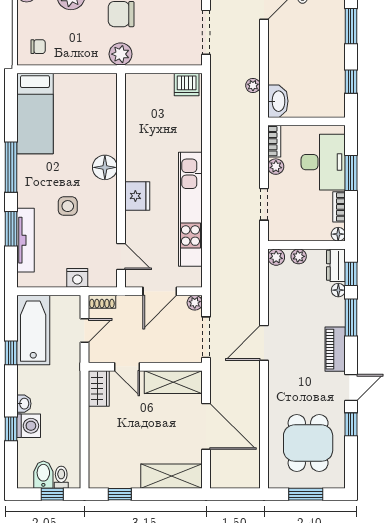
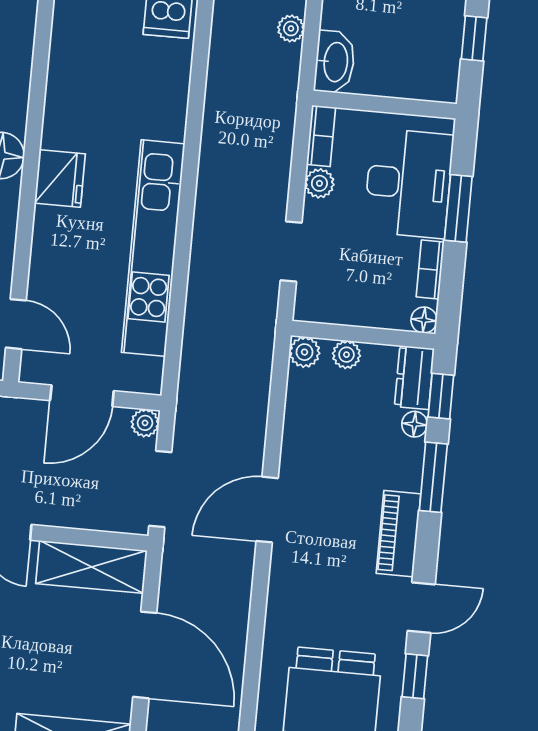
fridge: (137, 196) -> (60, 178), moved

